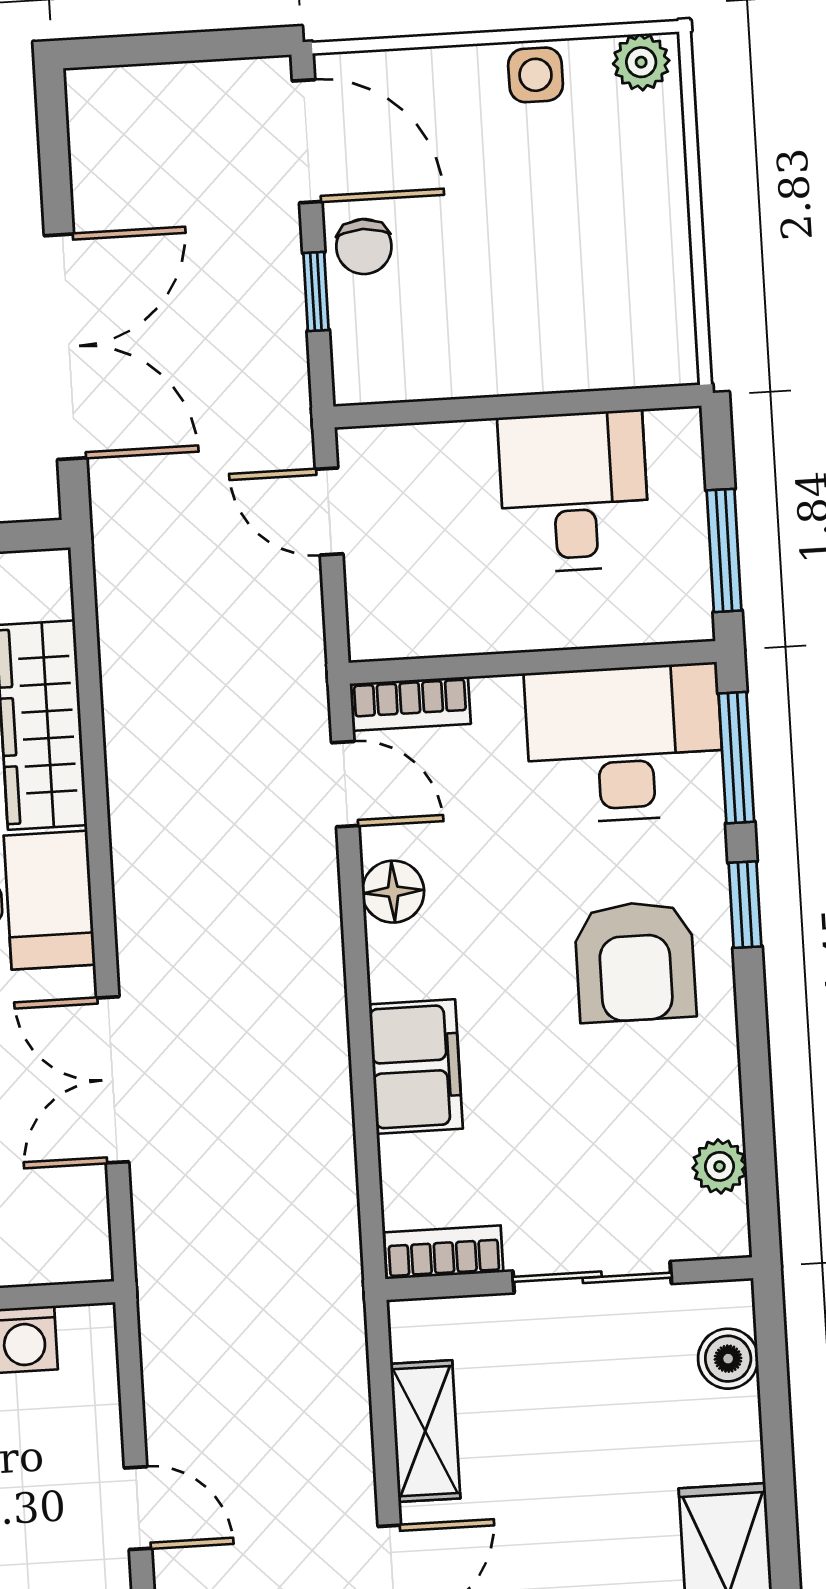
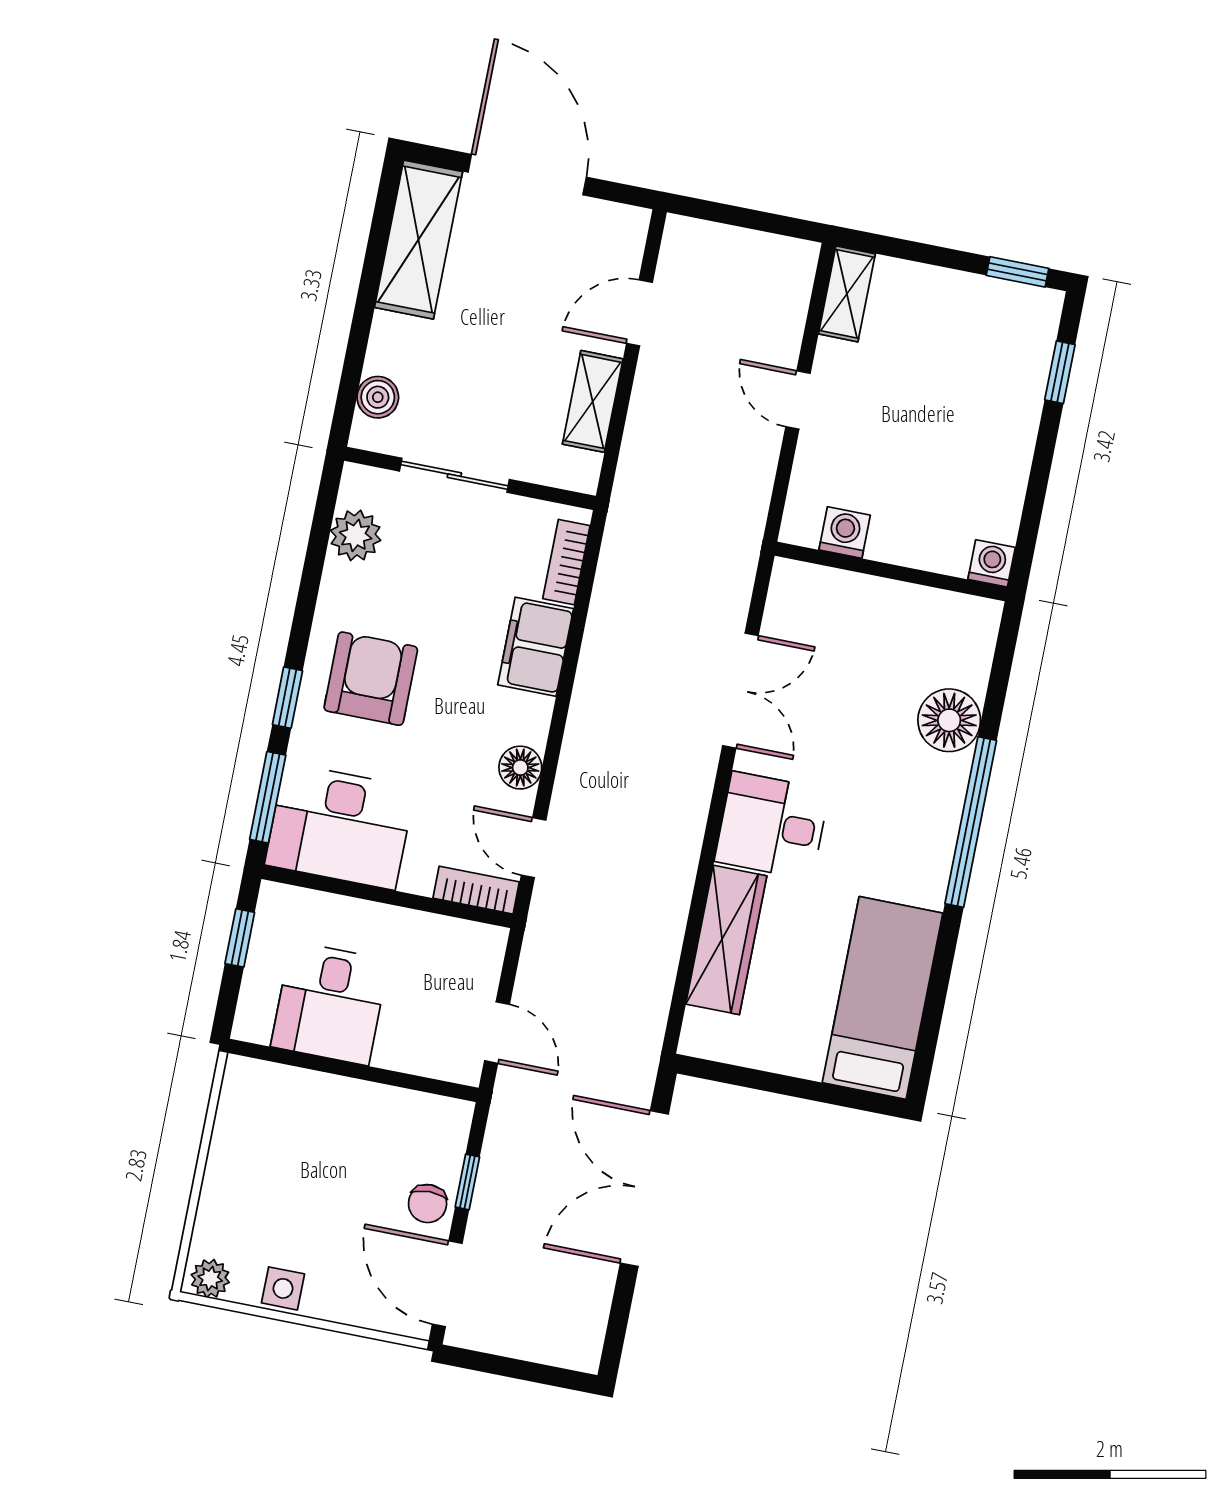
chair: (364, 247) -> (428, 1204), turned 180
window: (724, 550) -> (240, 938), width x0.67
plant: (720, 1166) -> (356, 535), width x1.38, depth x1.38
bookcase: (444, 1252) -> (566, 562), moved, turned 90

